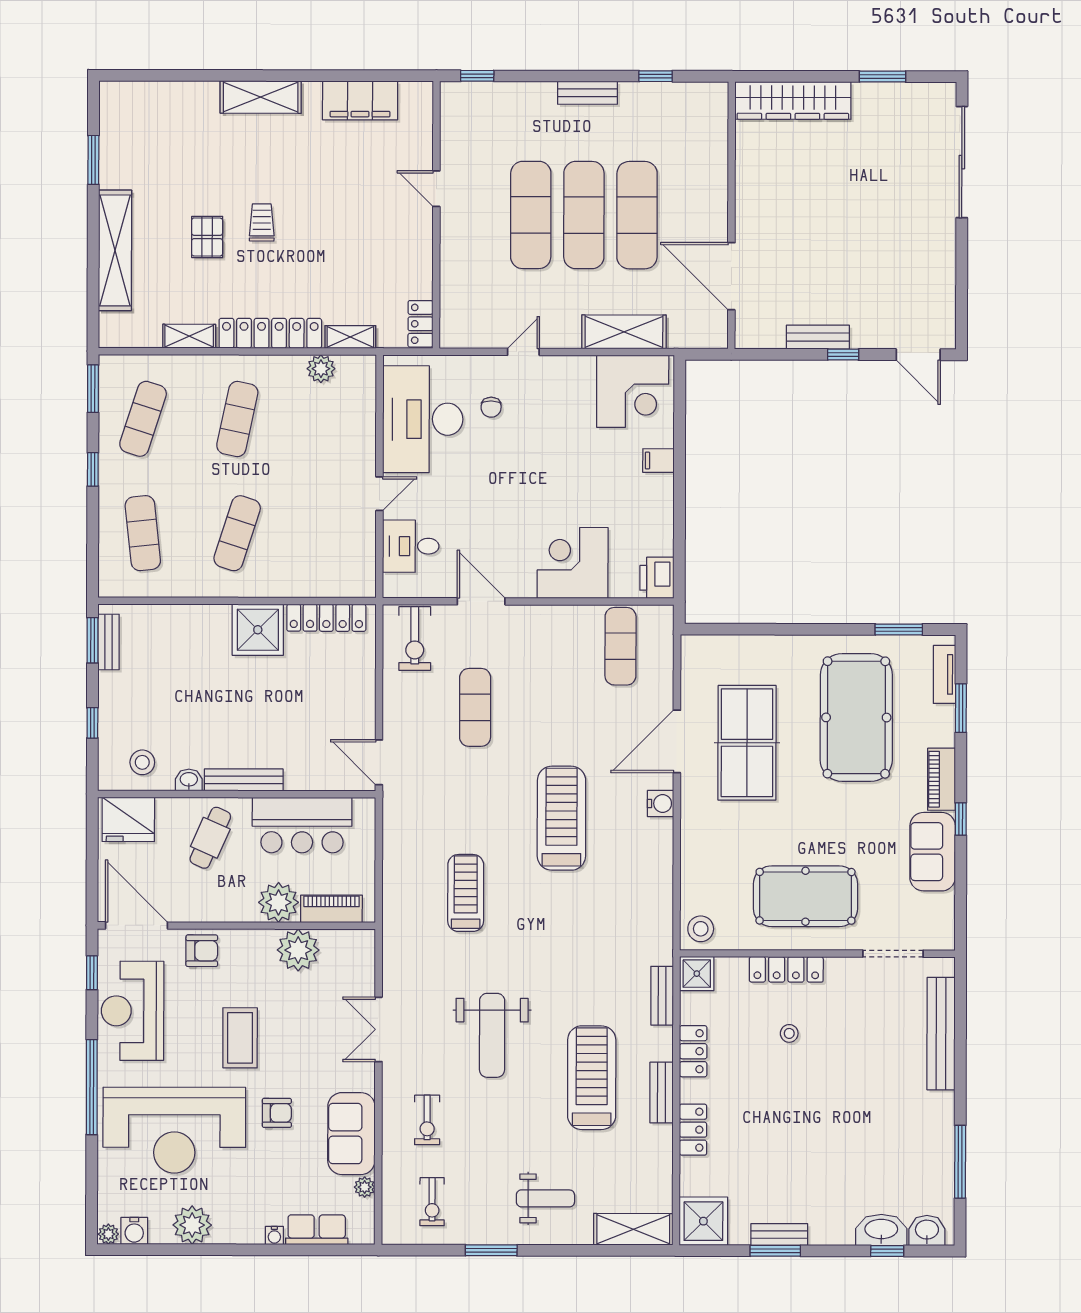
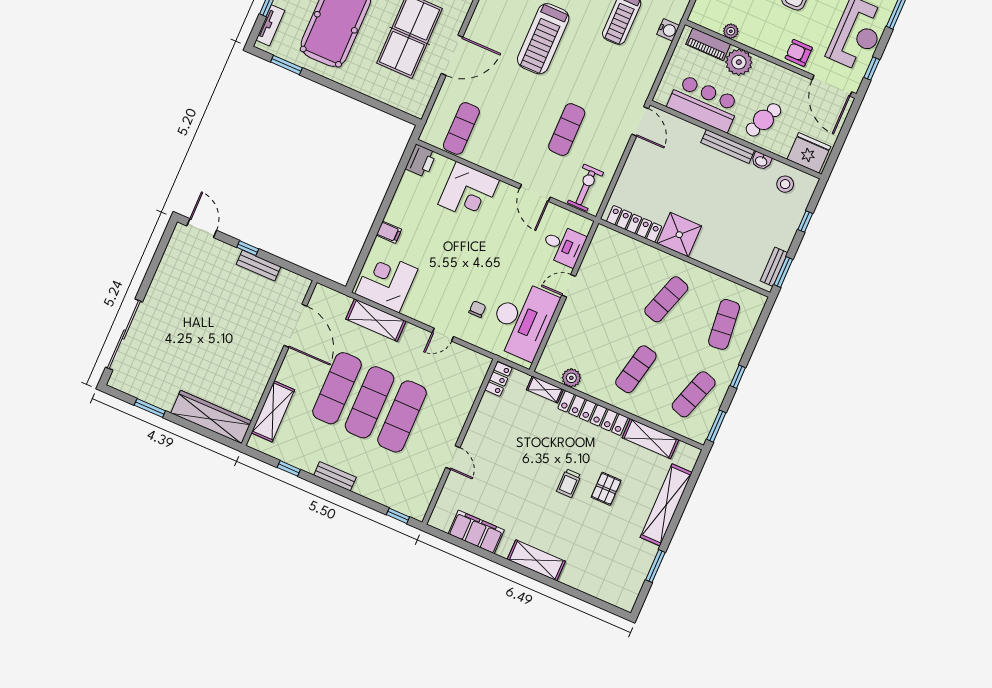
shelving: (711, 145) -> (273, 411), added
shelving: (189, 336) -> (650, 439), width x1.50, depth x1.33
water cooler: (660, 804) -> (668, 30), moved, turned 180
plant: (298, 950) -> (731, 31), width x0.53, depth x0.53

